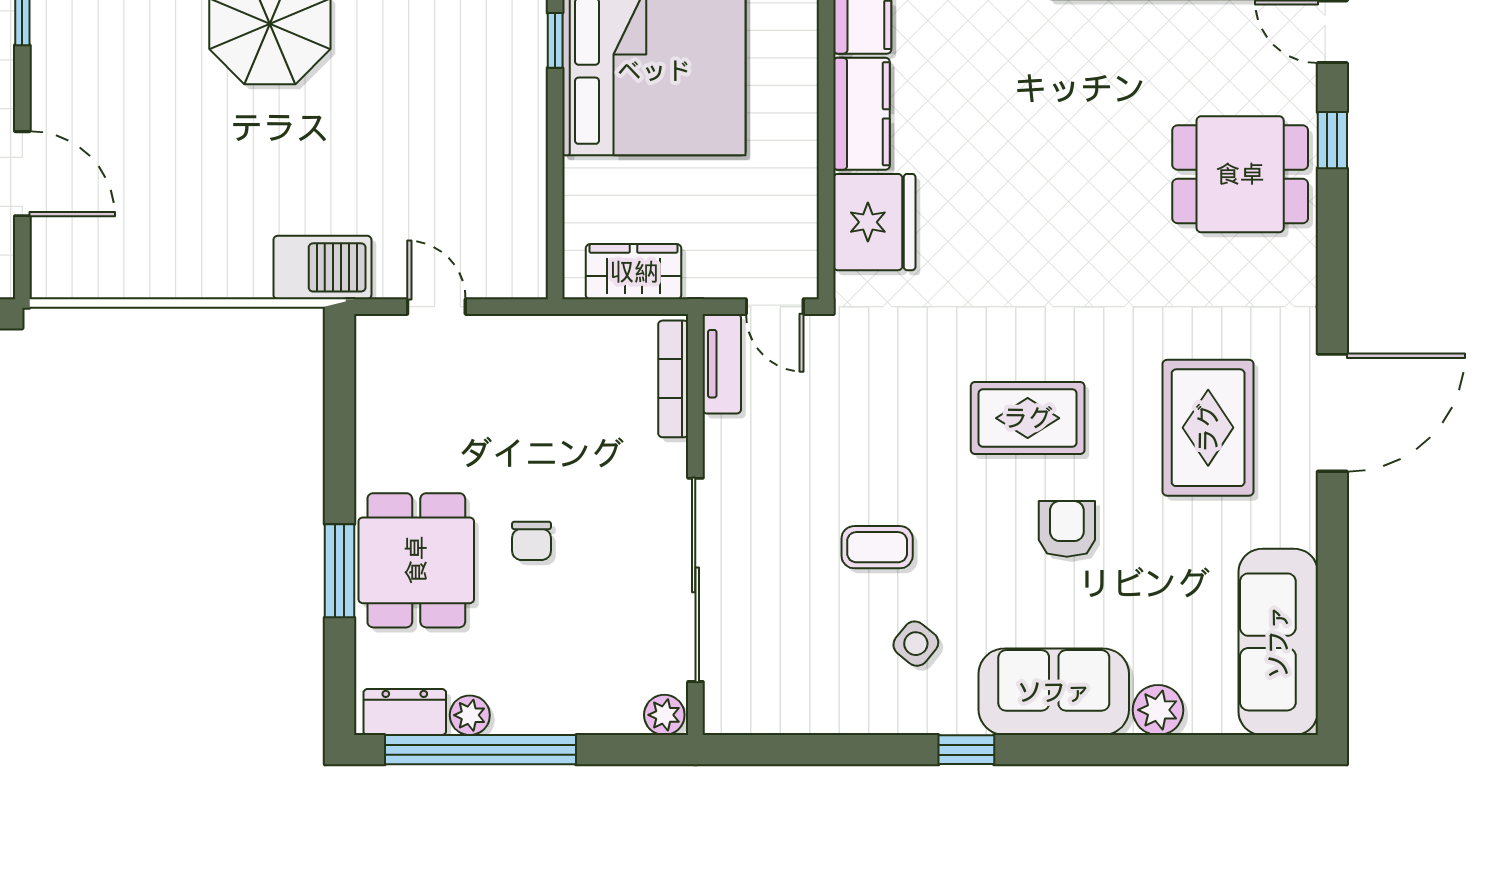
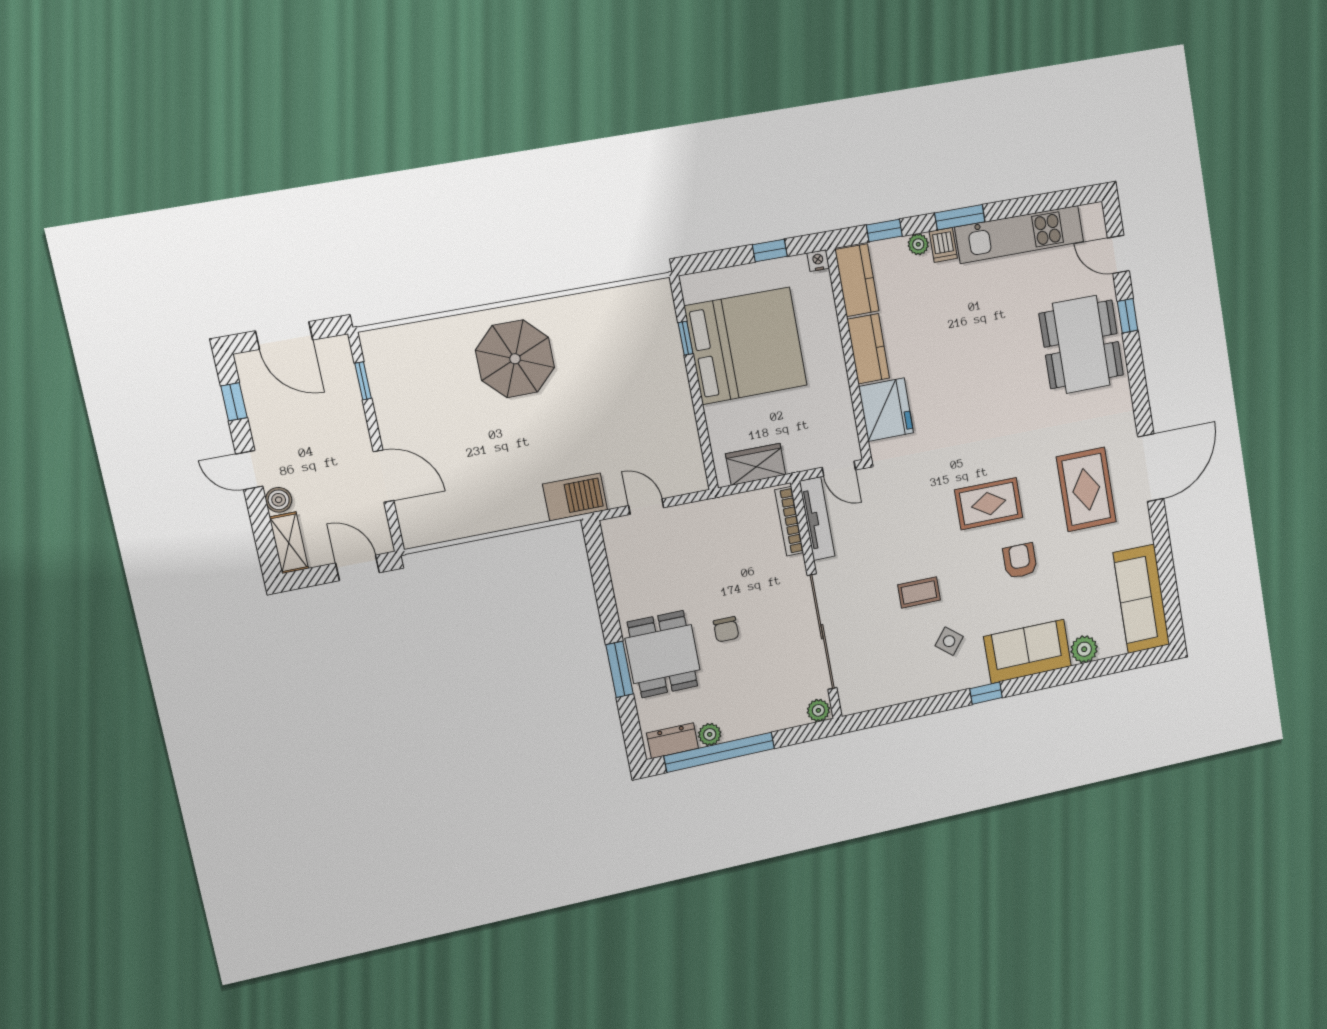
dining table: (1240, 174) -> (1081, 344), width x1.38
tv unit: (722, 364) -> (817, 519), width x1.41

